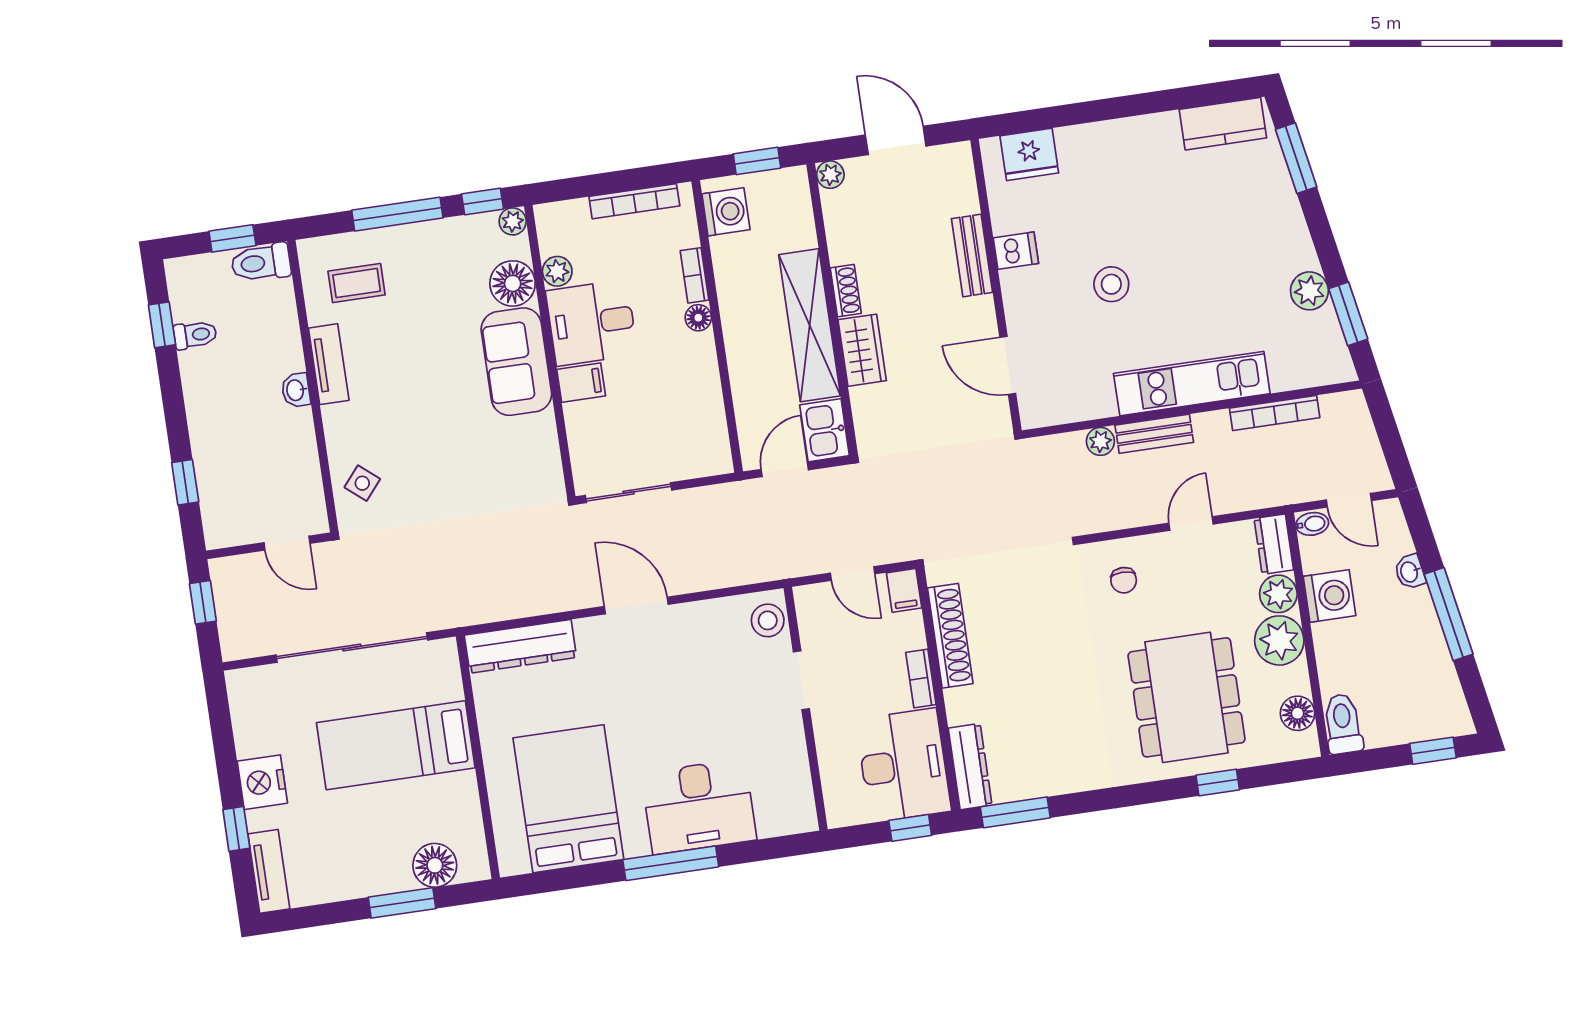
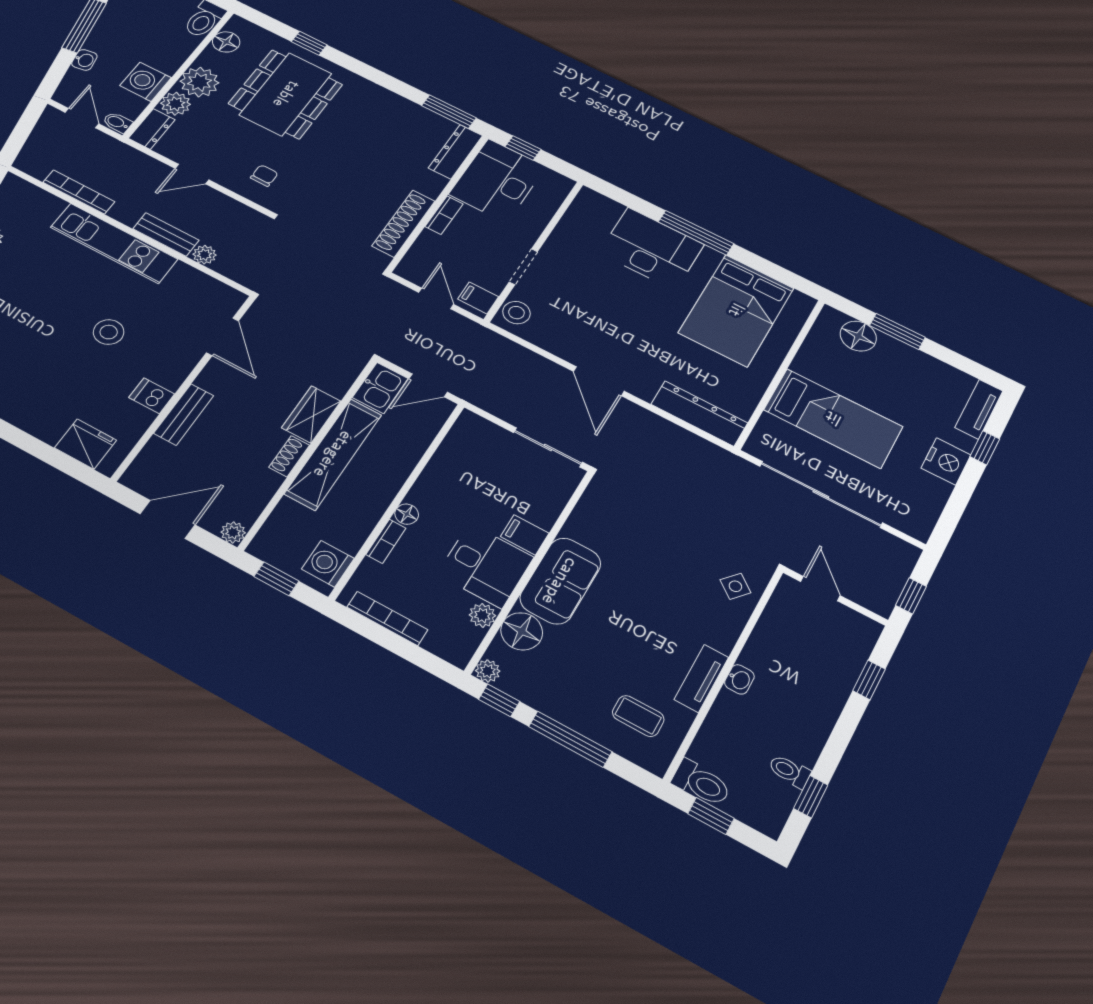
door: (896, 140) -> (168, 519), swing flipped
filing cabinet: (904, 590) -> (478, 298), moved, turned -90

